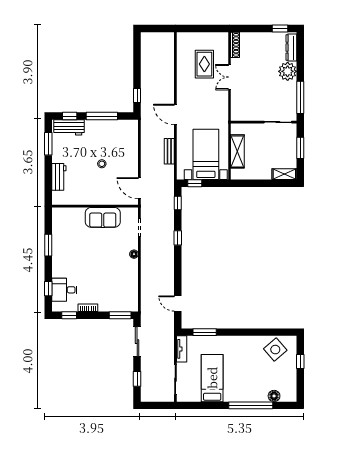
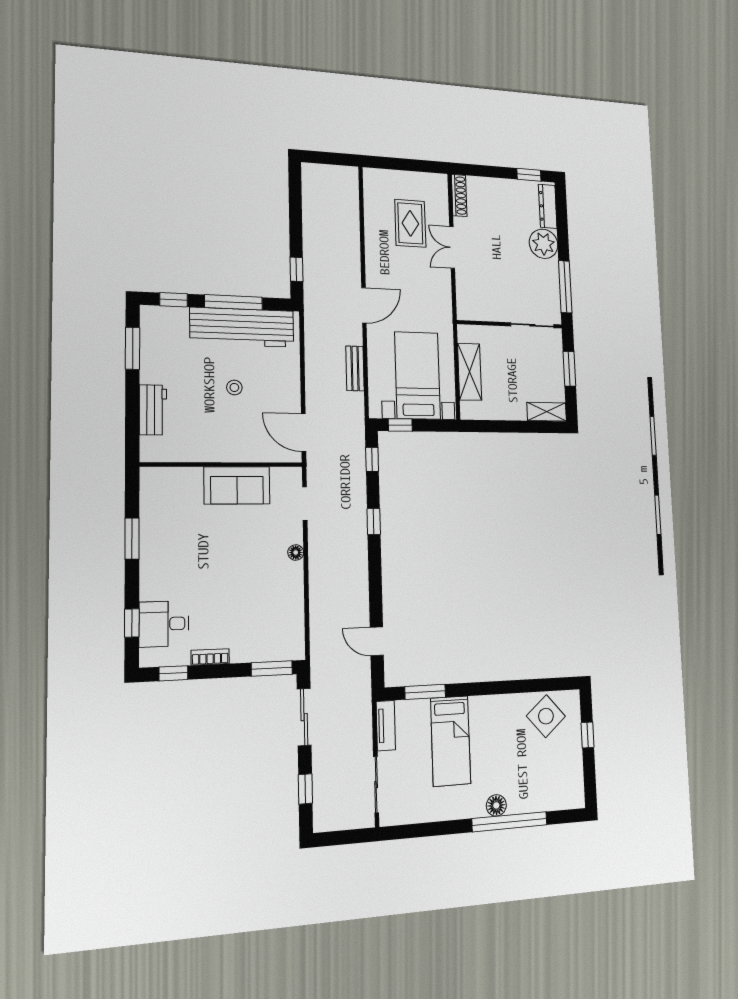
door: (175, 114) -> (364, 305), swing flipped
workbench: (69, 127) -> (242, 327), moved, width x1.88, depth x1.32
bed: (212, 378) -> (451, 741), moved, turned 180
floor lamp: (274, 396) -> (496, 805), moved

